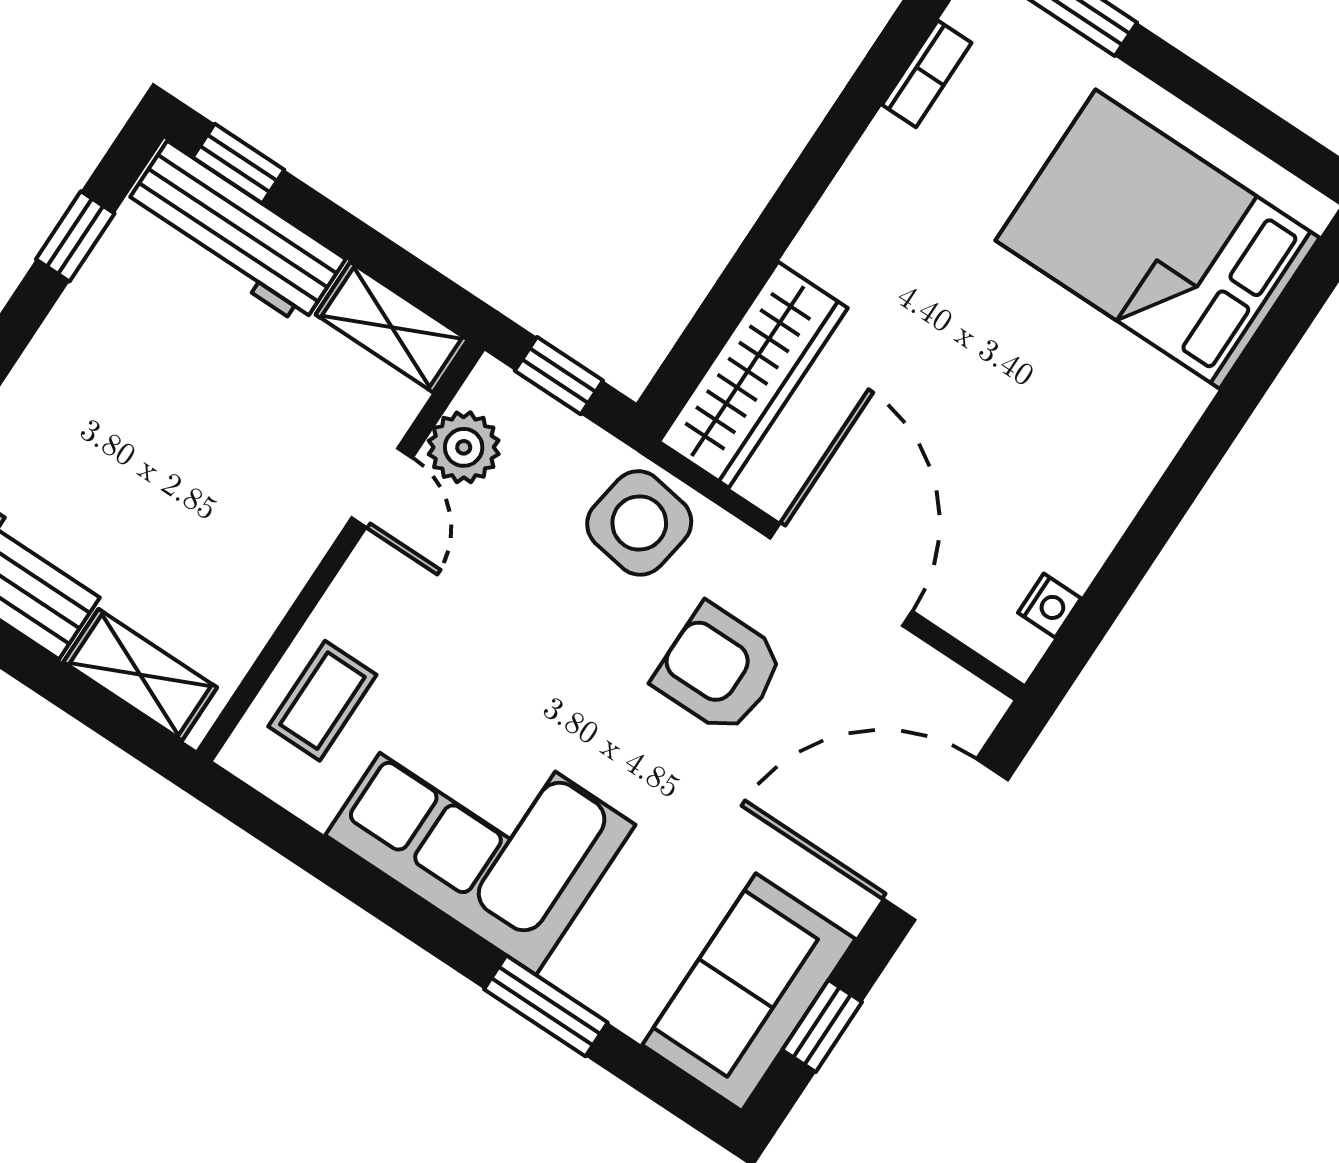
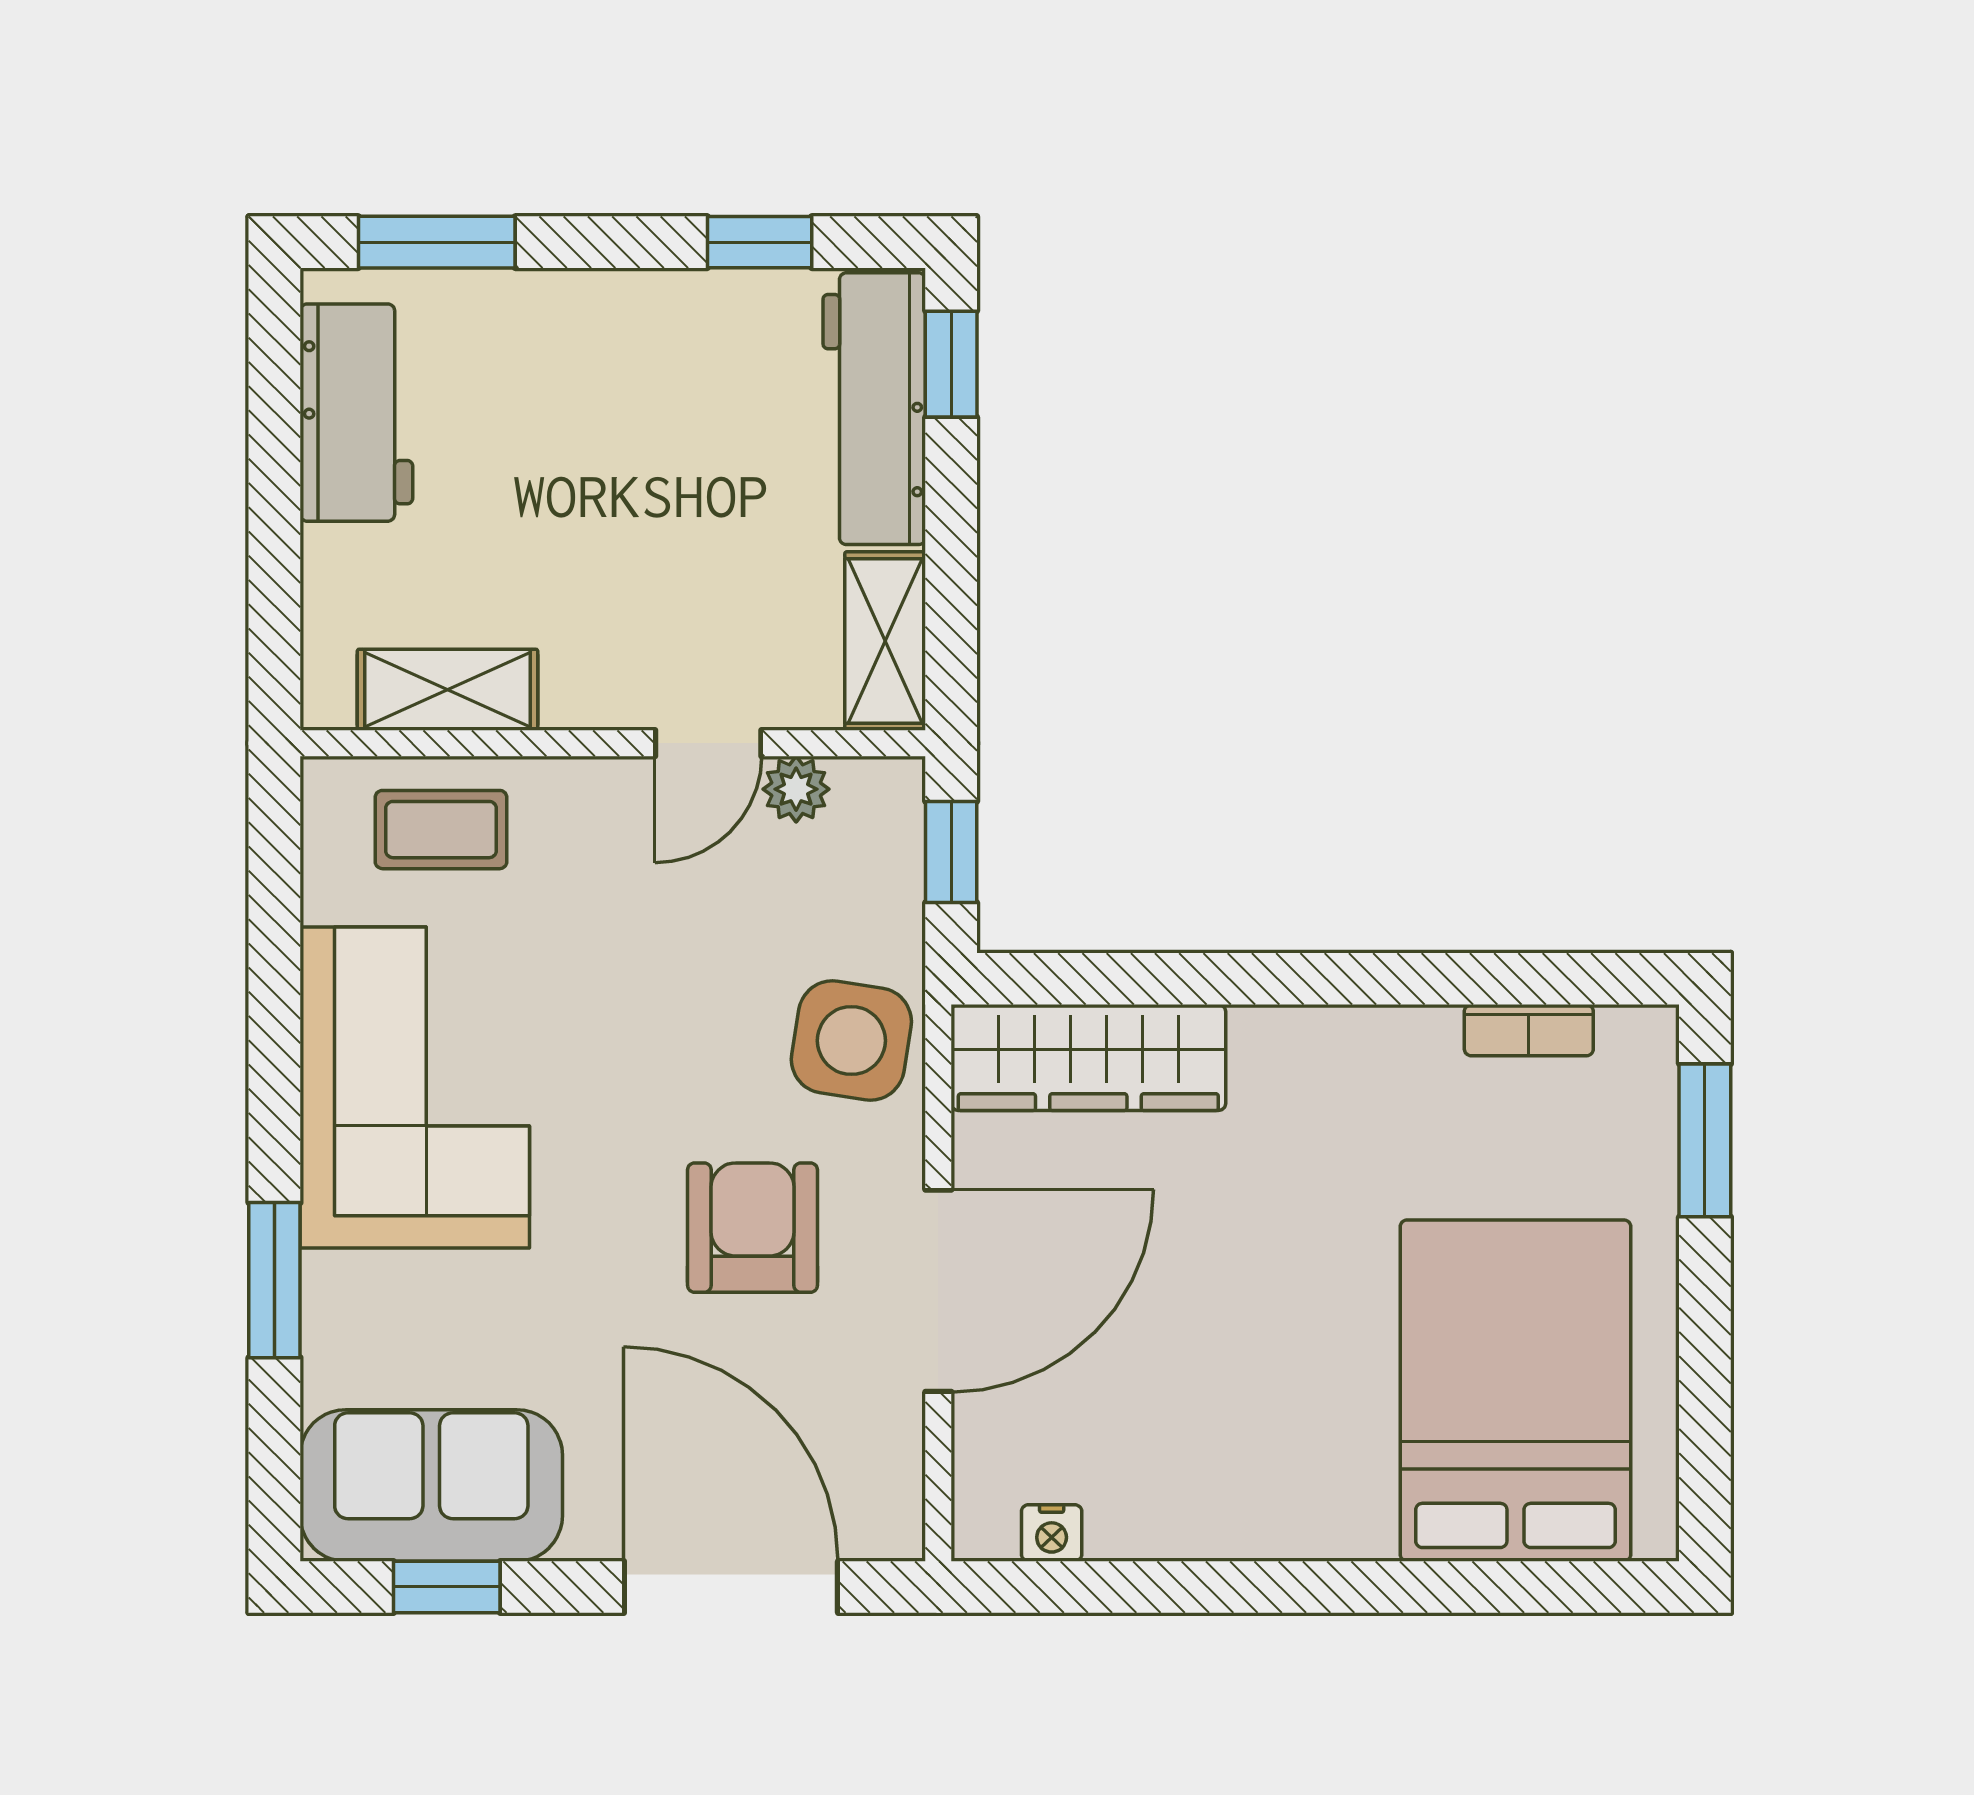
plant: (464, 447) -> (796, 789), width x0.73, depth x0.73
shelving: (140, 675) -> (447, 690), moved, turned 90

